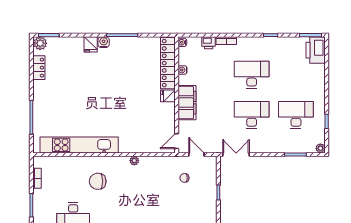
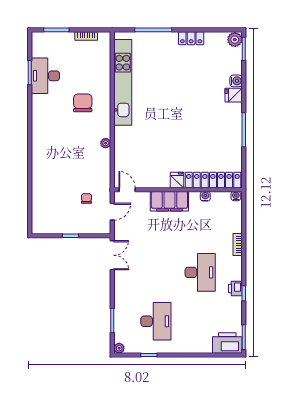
water cooler: (104, 42) -> (236, 81), moved
printer: (209, 43) -> (235, 289), moved
locker: (39, 68) -> (191, 38), moved
desk: (252, 115) -> (156, 272), removed

